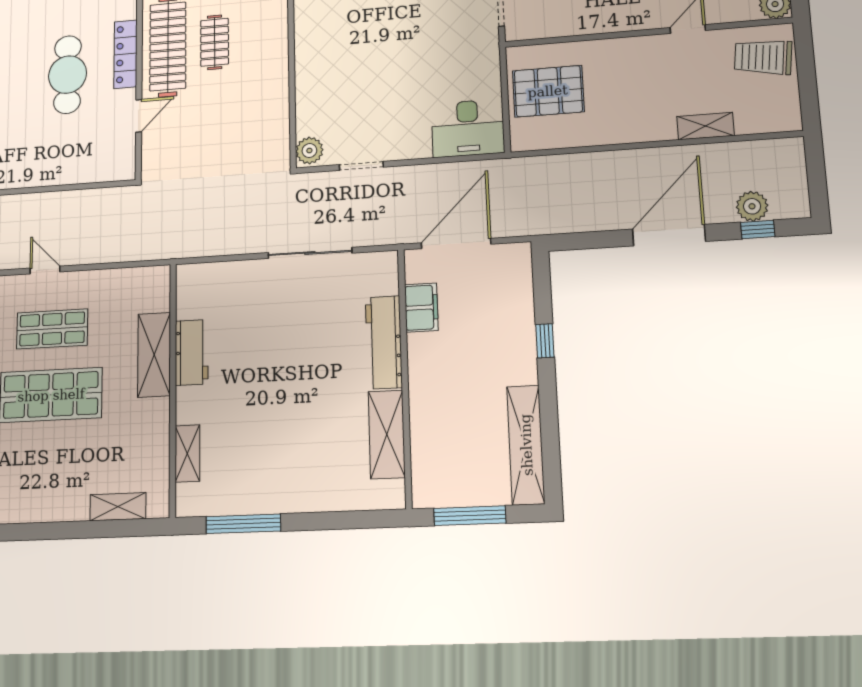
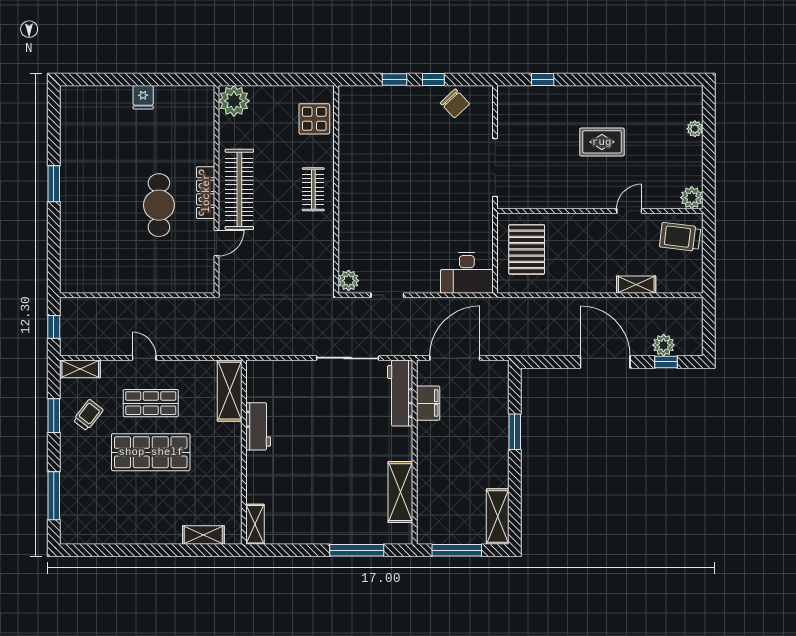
clothes rail: (215, 42) -> (313, 189), moved
pallet: (548, 91) -> (527, 249), turned 90
door: (669, 235) -> (605, 362), hinge flipped
window: (545, 341) -> (515, 432), width x1.50
workbench: (384, 342) -> (400, 393), moved
shelving: (154, 355) -> (230, 391), moved
shelving: (526, 445) -> (498, 517), width x0.68
shelving: (187, 453) -> (255, 524), moved
window: (243, 524) -> (357, 550), moved

